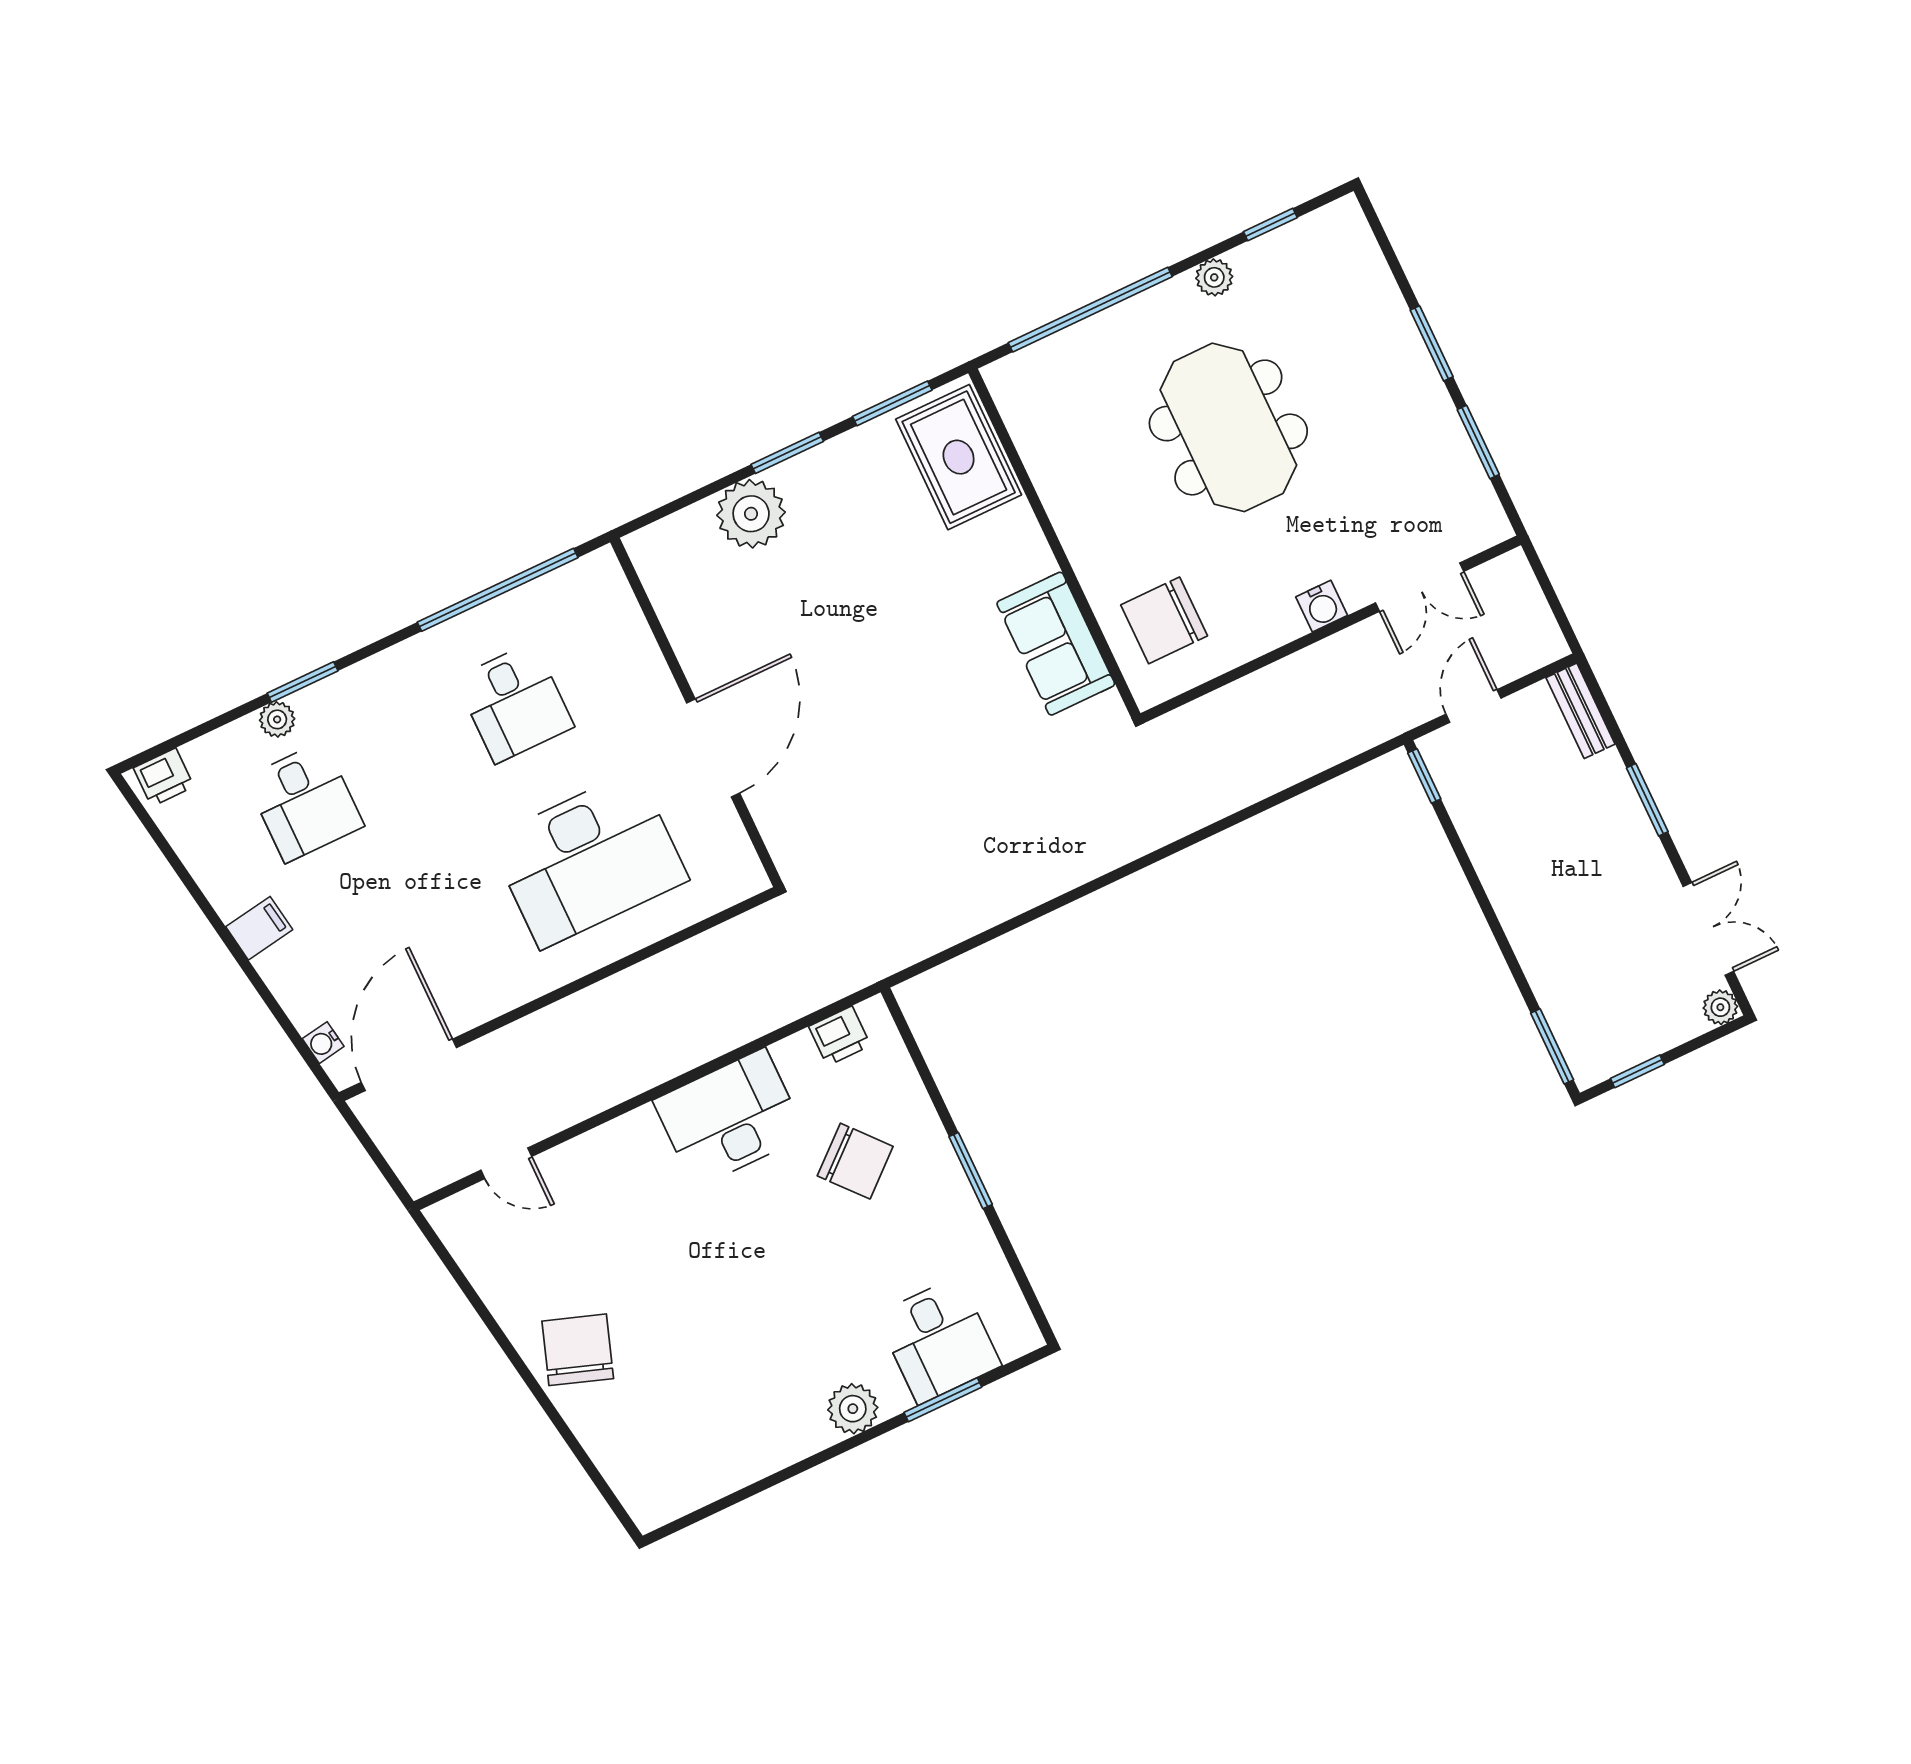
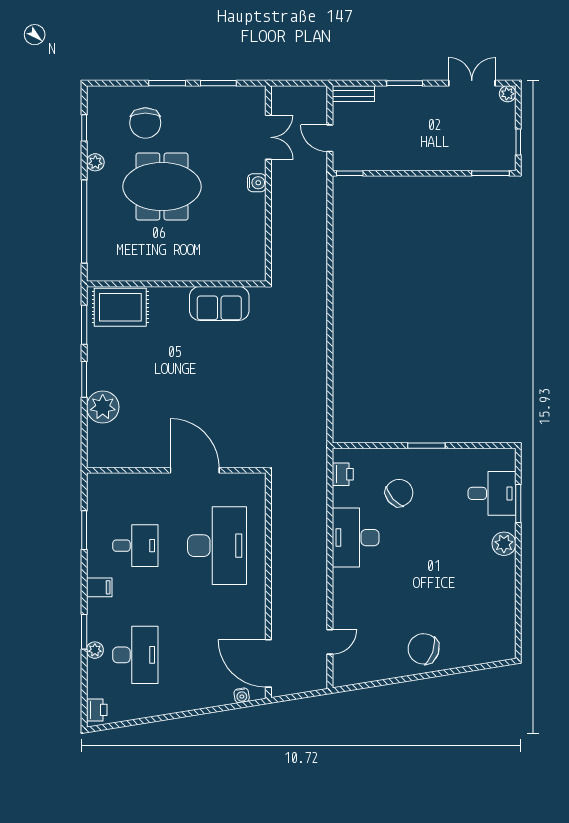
window: (498, 590) -> (84, 530), width x0.47
chair: (1164, 620) -> (145, 123), moved
desk: (305, 802) -> (135, 655), width x1.37
filing cabinet: (259, 928) -> (99, 587), moved, turned 99

